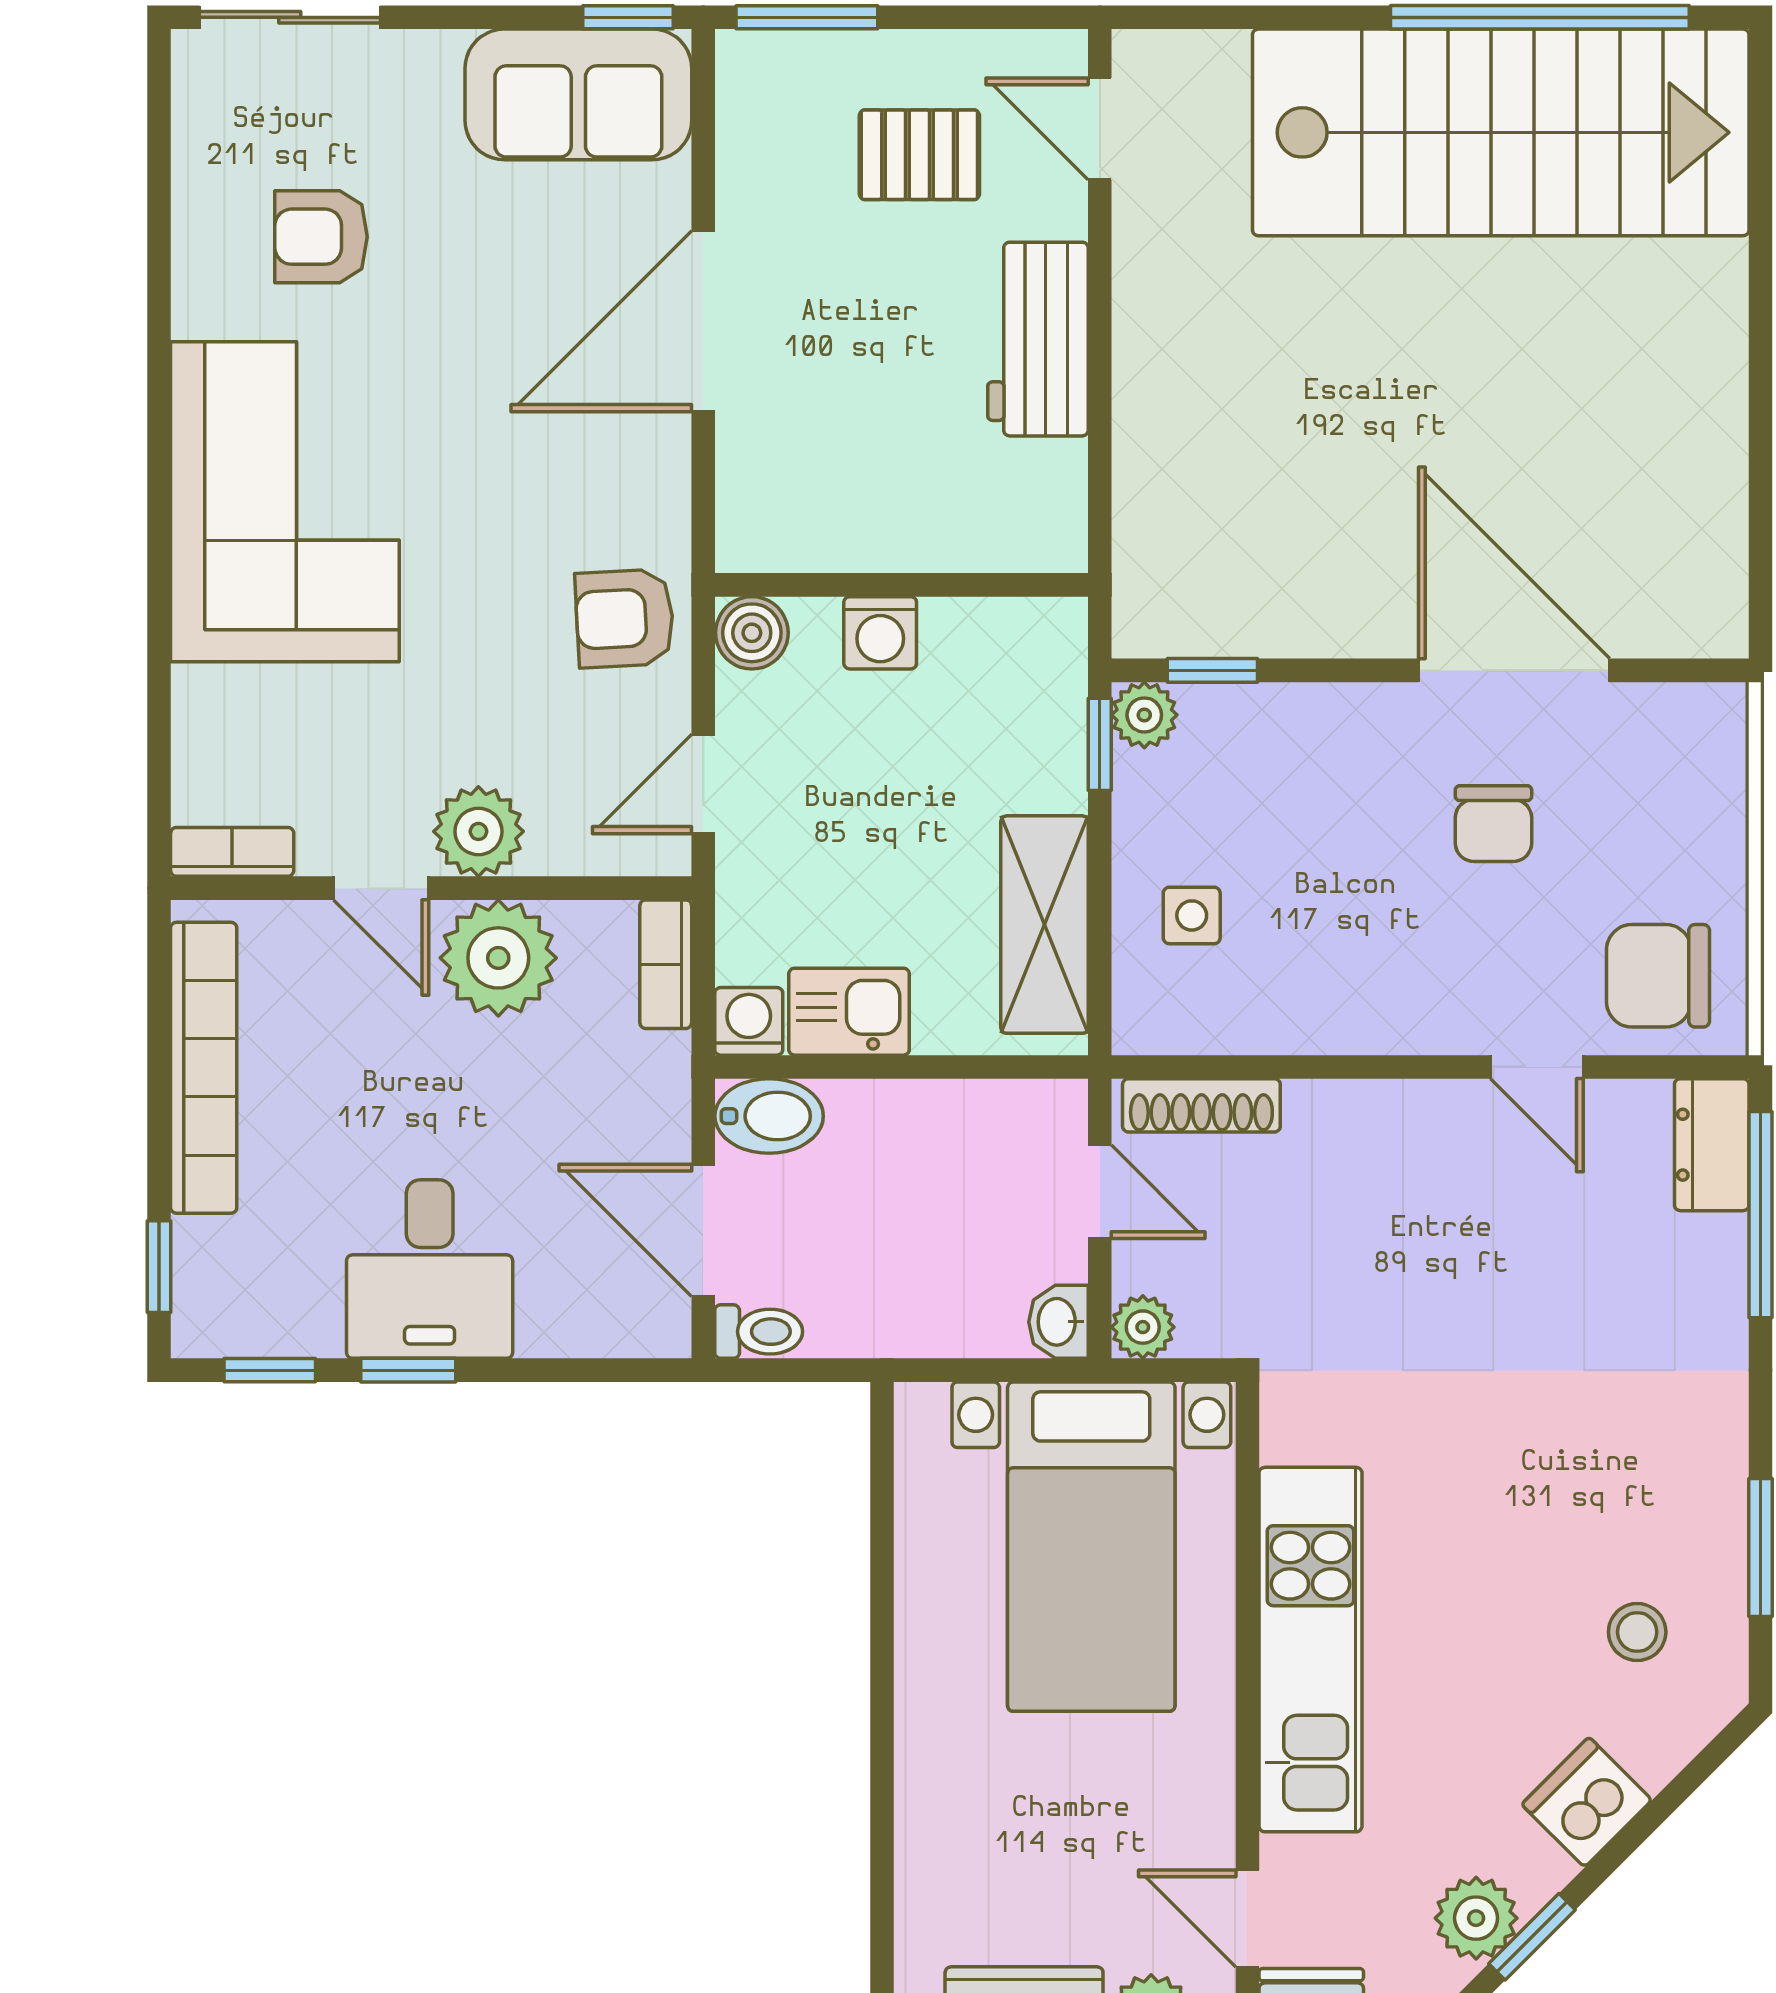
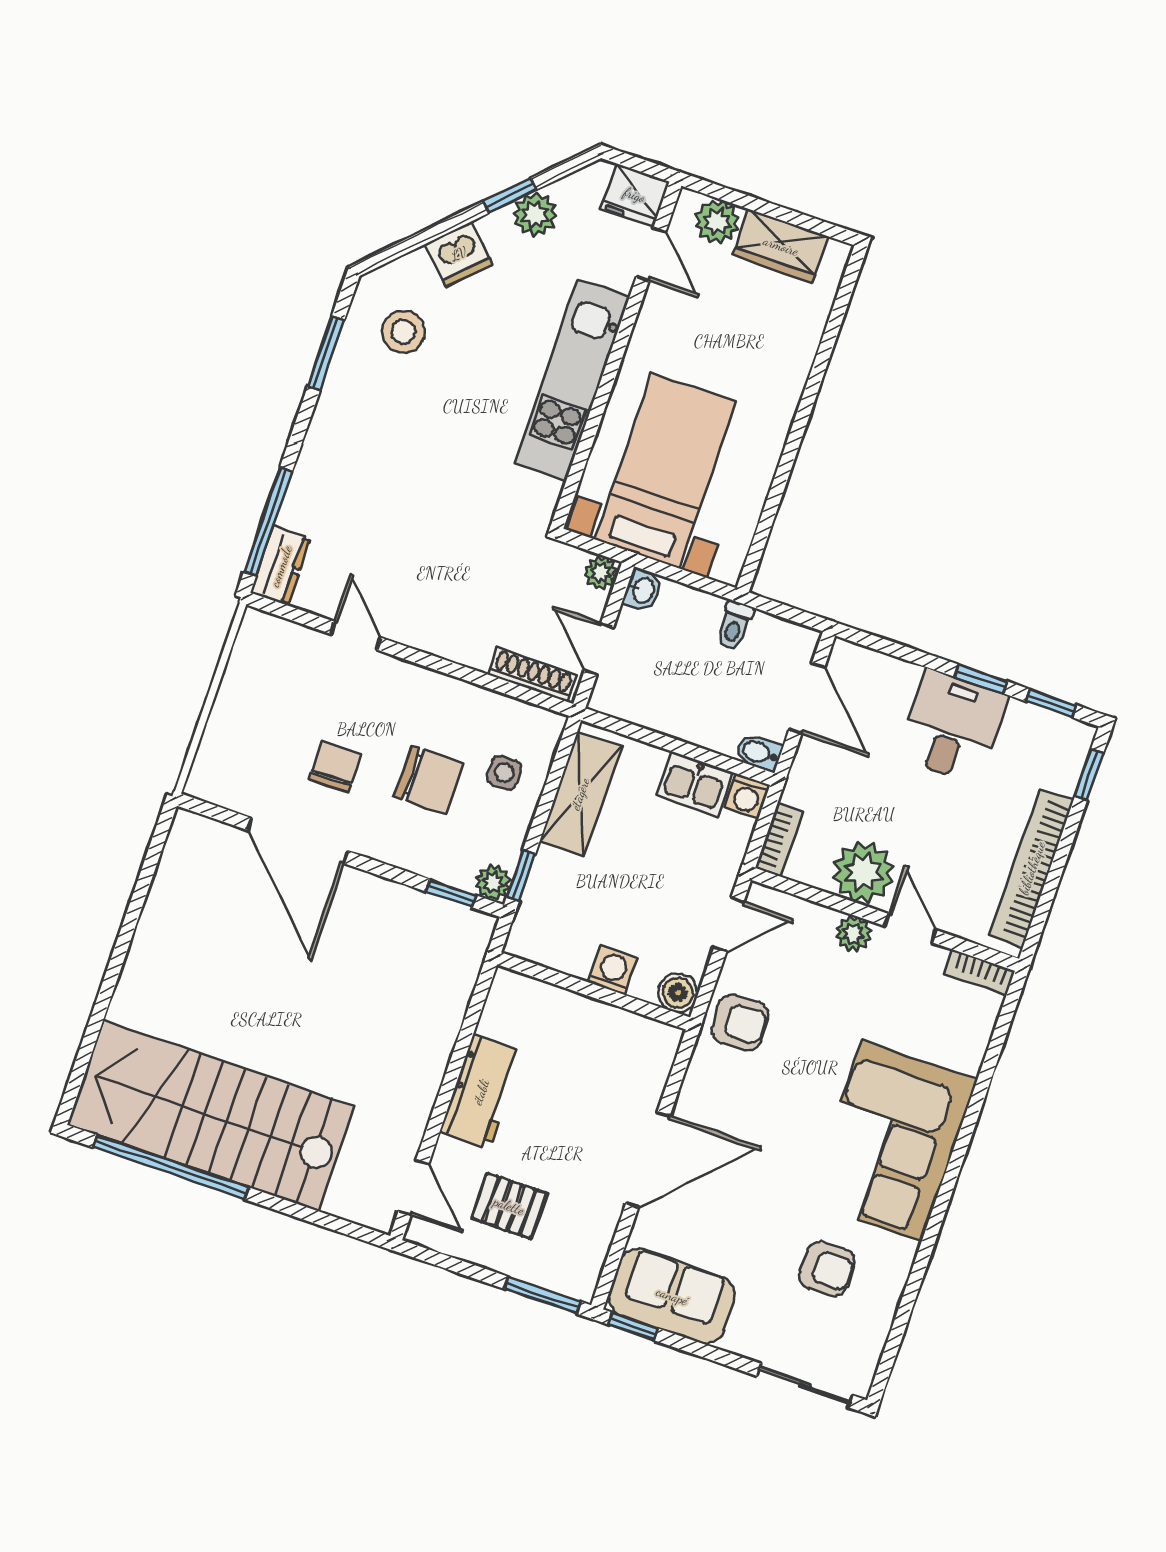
plant: (478, 831) -> (853, 934), width x0.73, depth x0.73
chair: (1658, 976) -> (429, 780), moved
bidet: (769, 1116) -> (759, 753), width x0.72, depth x0.74
toilet: (759, 1332) -> (734, 626), moved, turned -90
stool: (1637, 1632) -> (403, 332), width x1.37, depth x1.37

